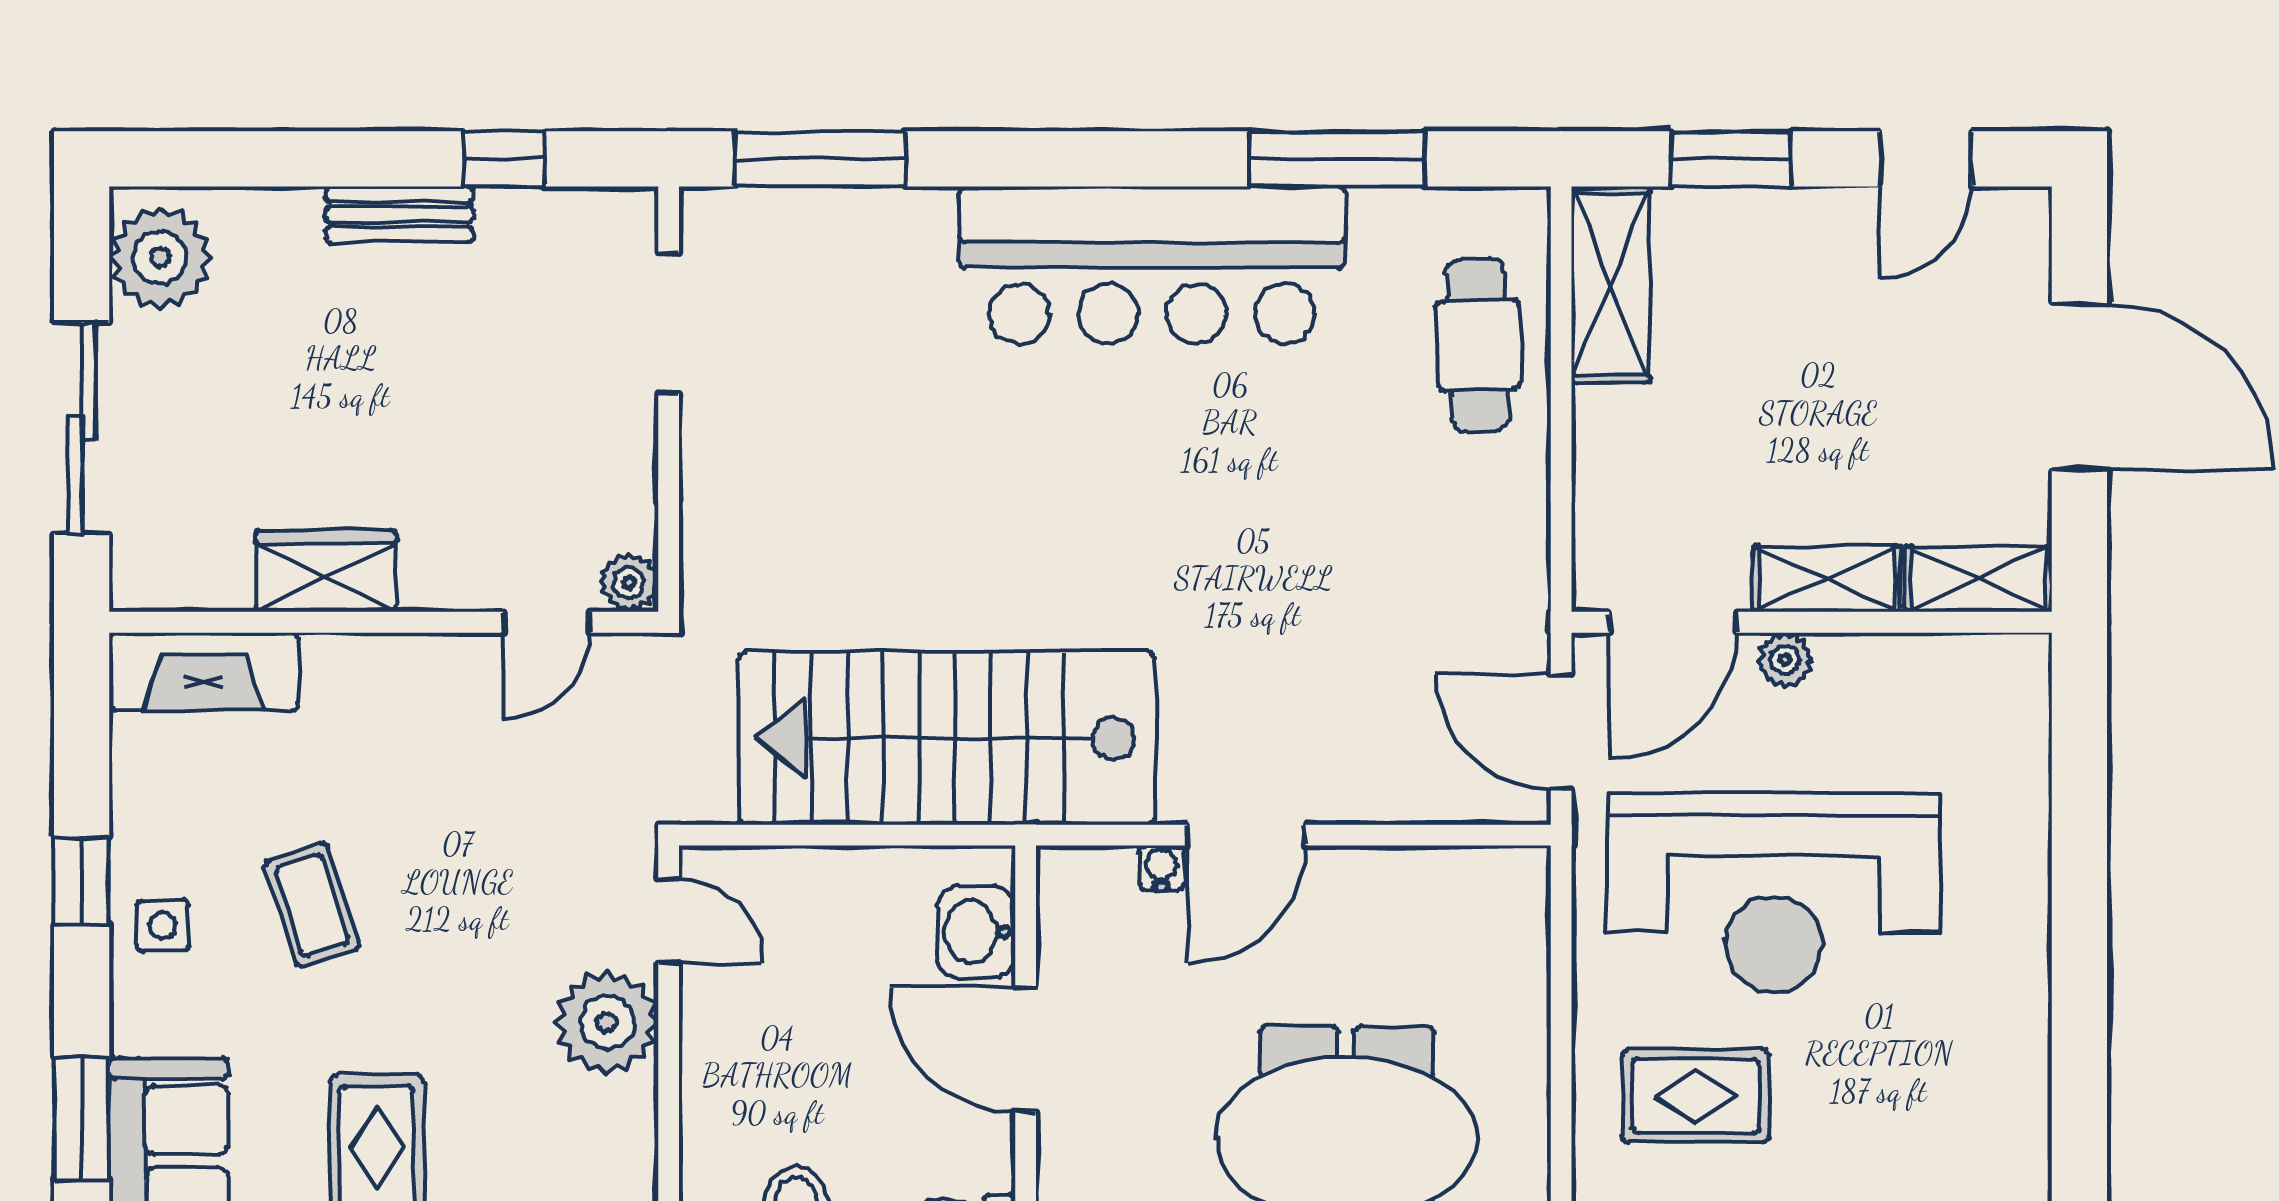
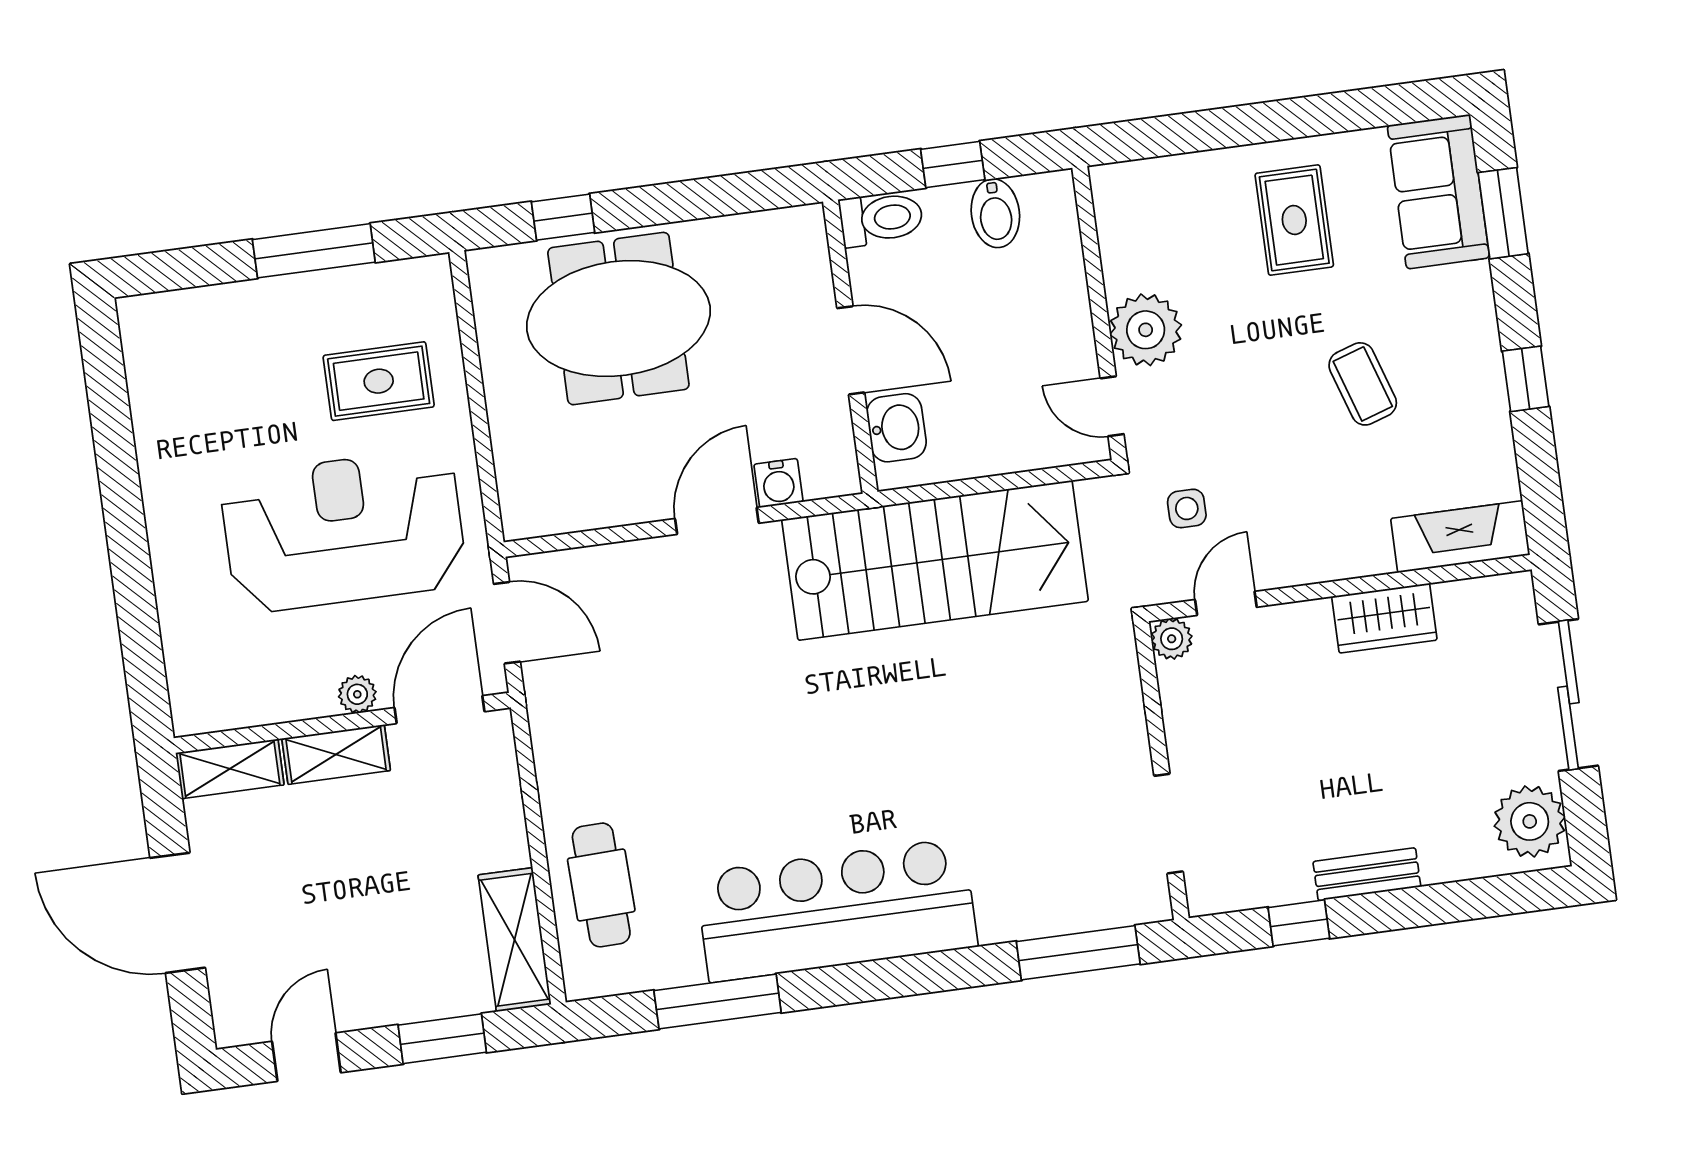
water cooler: (1161, 868) -> (778, 483), width x1.38, depth x1.38
side table: (163, 926) -> (1187, 508), moved

